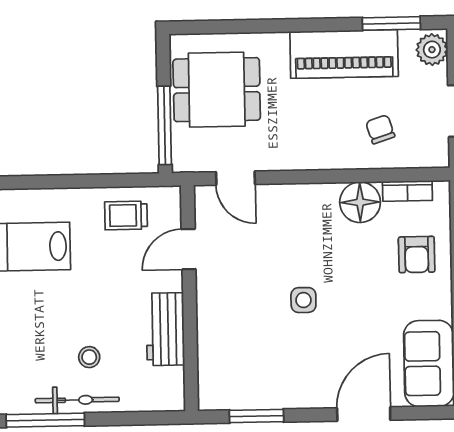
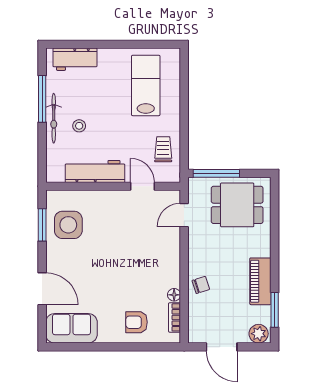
piano: (344, 54) -> (260, 281), width x0.73, depth x0.75
dining table: (217, 90) -> (237, 205), turned 90
chair: (380, 129) -> (201, 285), moved
floor lamp: (360, 202) -> (174, 295), width x0.53, depth x0.53
side table: (303, 300) -> (68, 225), moved, width x1.87, depth x1.87
workbench: (165, 329) -> (95, 171), width x1.38

